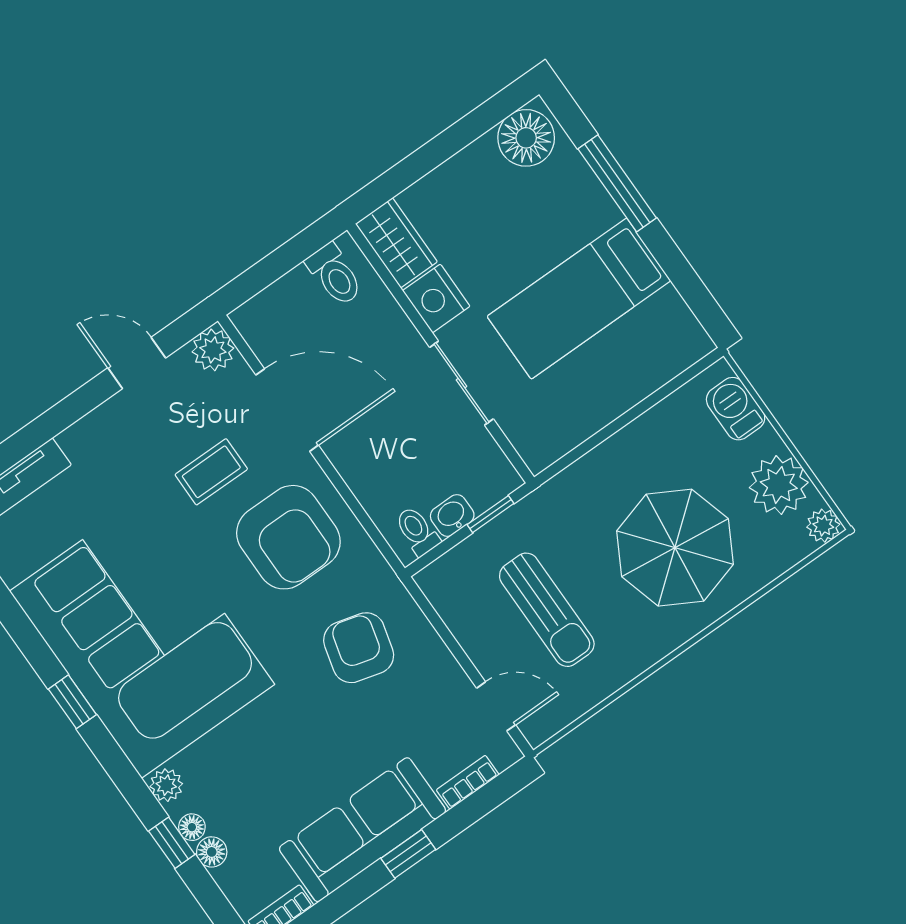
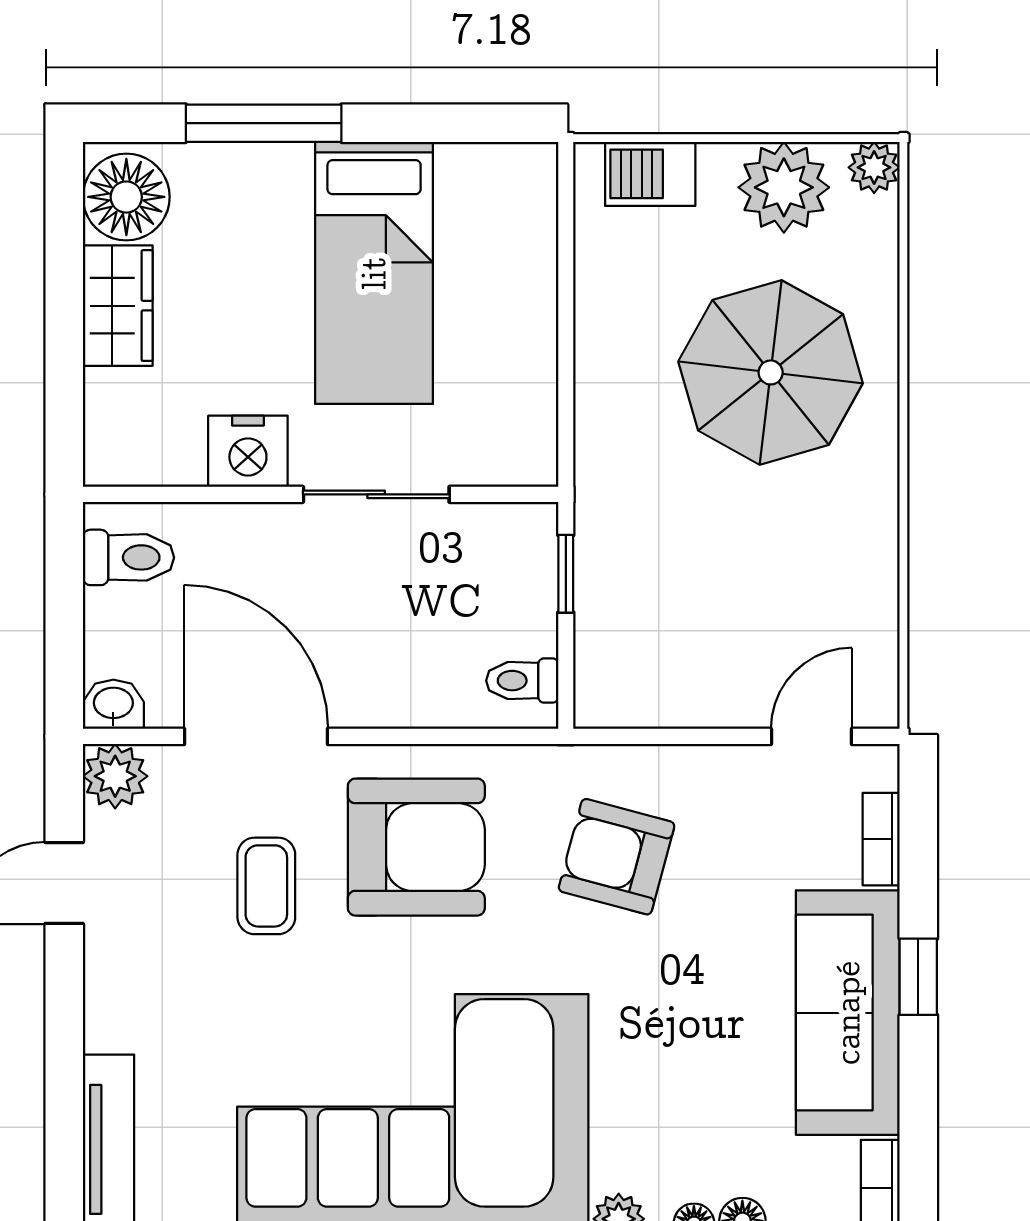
wardrobe: (396, 243) -> (118, 306), moved, turned 90
door: (287, 410) -> (256, 736), hinge flipped
washbasin: (452, 516) -> (113, 704), moved, turned 90
sun lounger: (547, 610) -> (735, 588), removed

